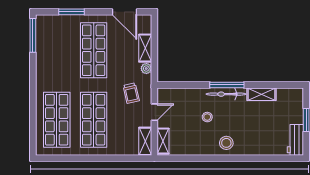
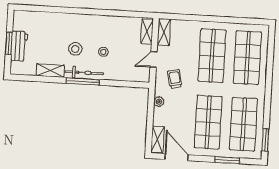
window: (33, 35) -> (265, 140), width x0.69
shelving: (145, 48) -> (158, 139), moved
shop shelf: (57, 50) -> (243, 124), added
workbench: (295, 140) -> (19, 46), moved
stool: (226, 143) -> (75, 49), moved

